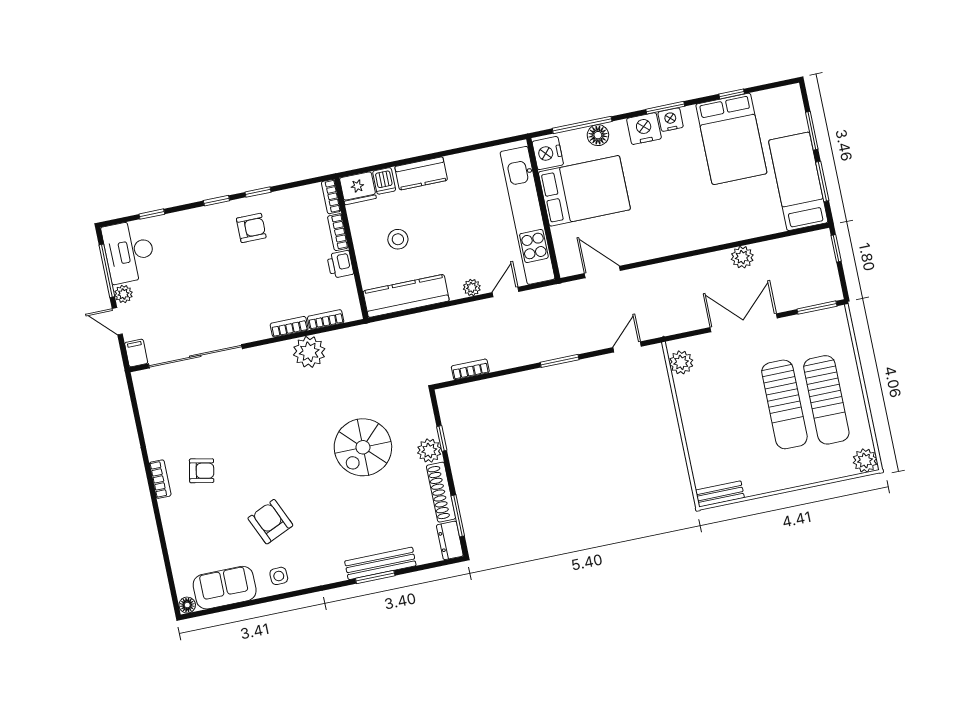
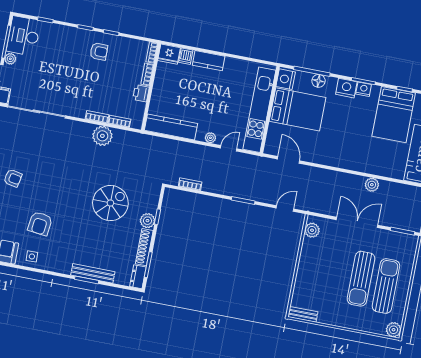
stool: (398, 239) -> (180, 93), removed
sun lounger: (826, 400) -> (386, 286), turned 180
spiral stairs: (363, 447) -> (110, 203), turned 180
armchair: (270, 522) -> (40, 224), turned -149

